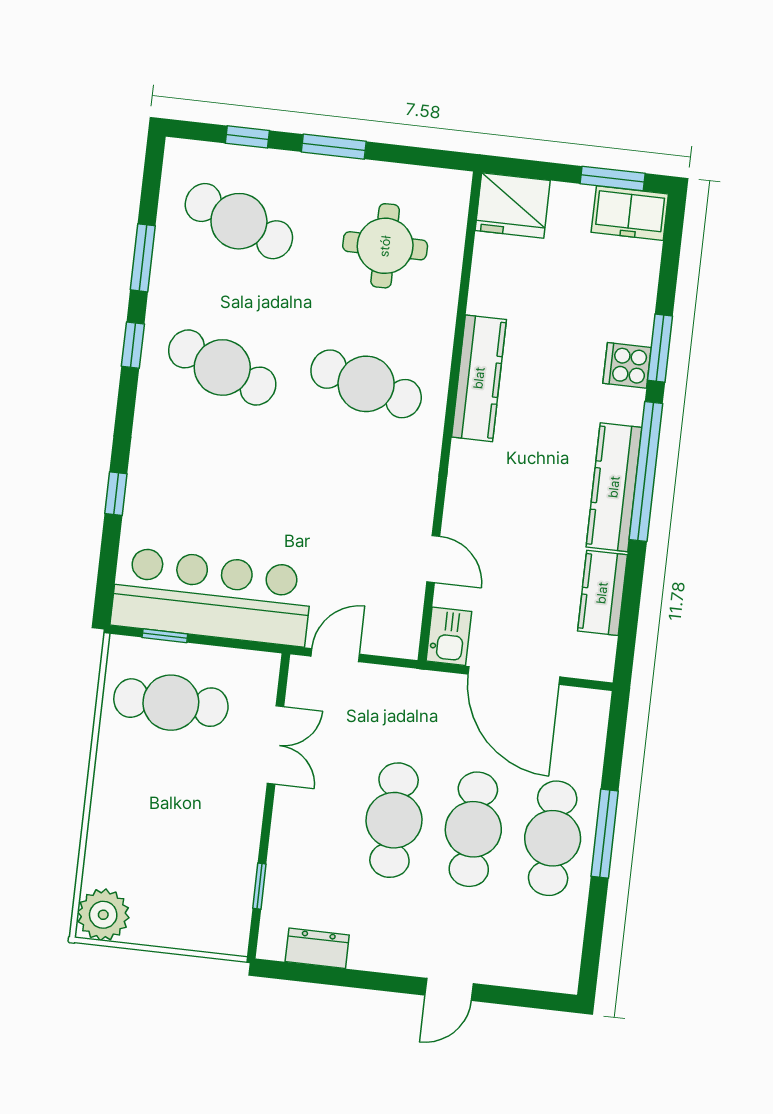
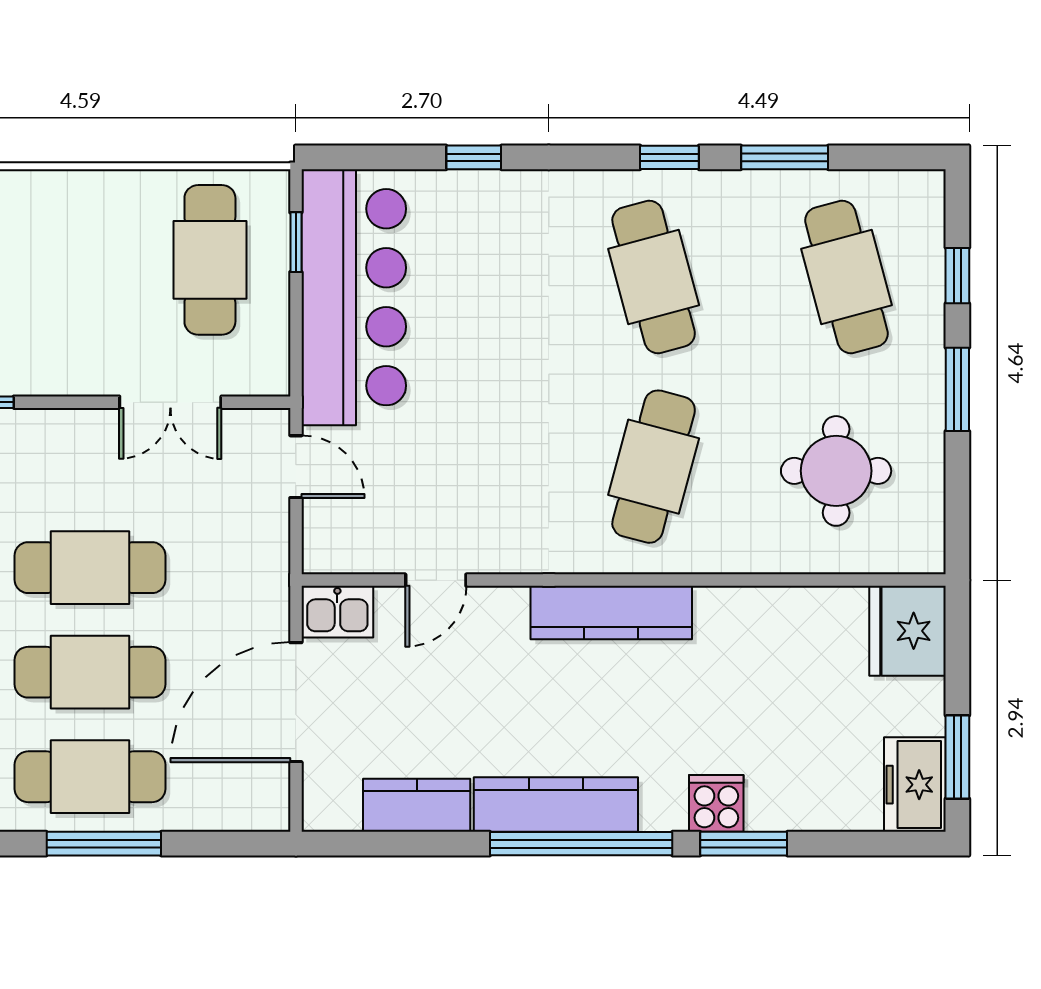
cafe table: (239, 221) -> (847, 277), turned -36
cafe table: (222, 367) -> (654, 277), turned -36
kitchen counter: (479, 378) -> (611, 613), moved

